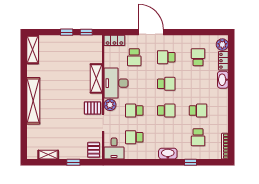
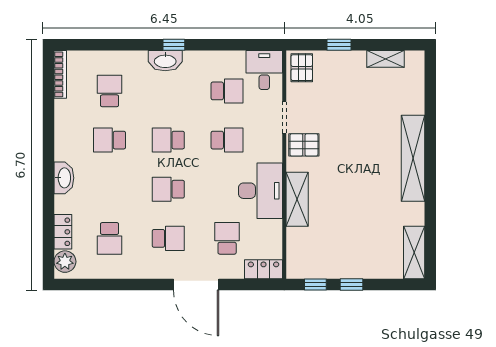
washbasin: (223, 80) -> (64, 178), moved
plant: (110, 105) -> (272, 151), removed
window: (191, 162) -> (174, 45), moved

